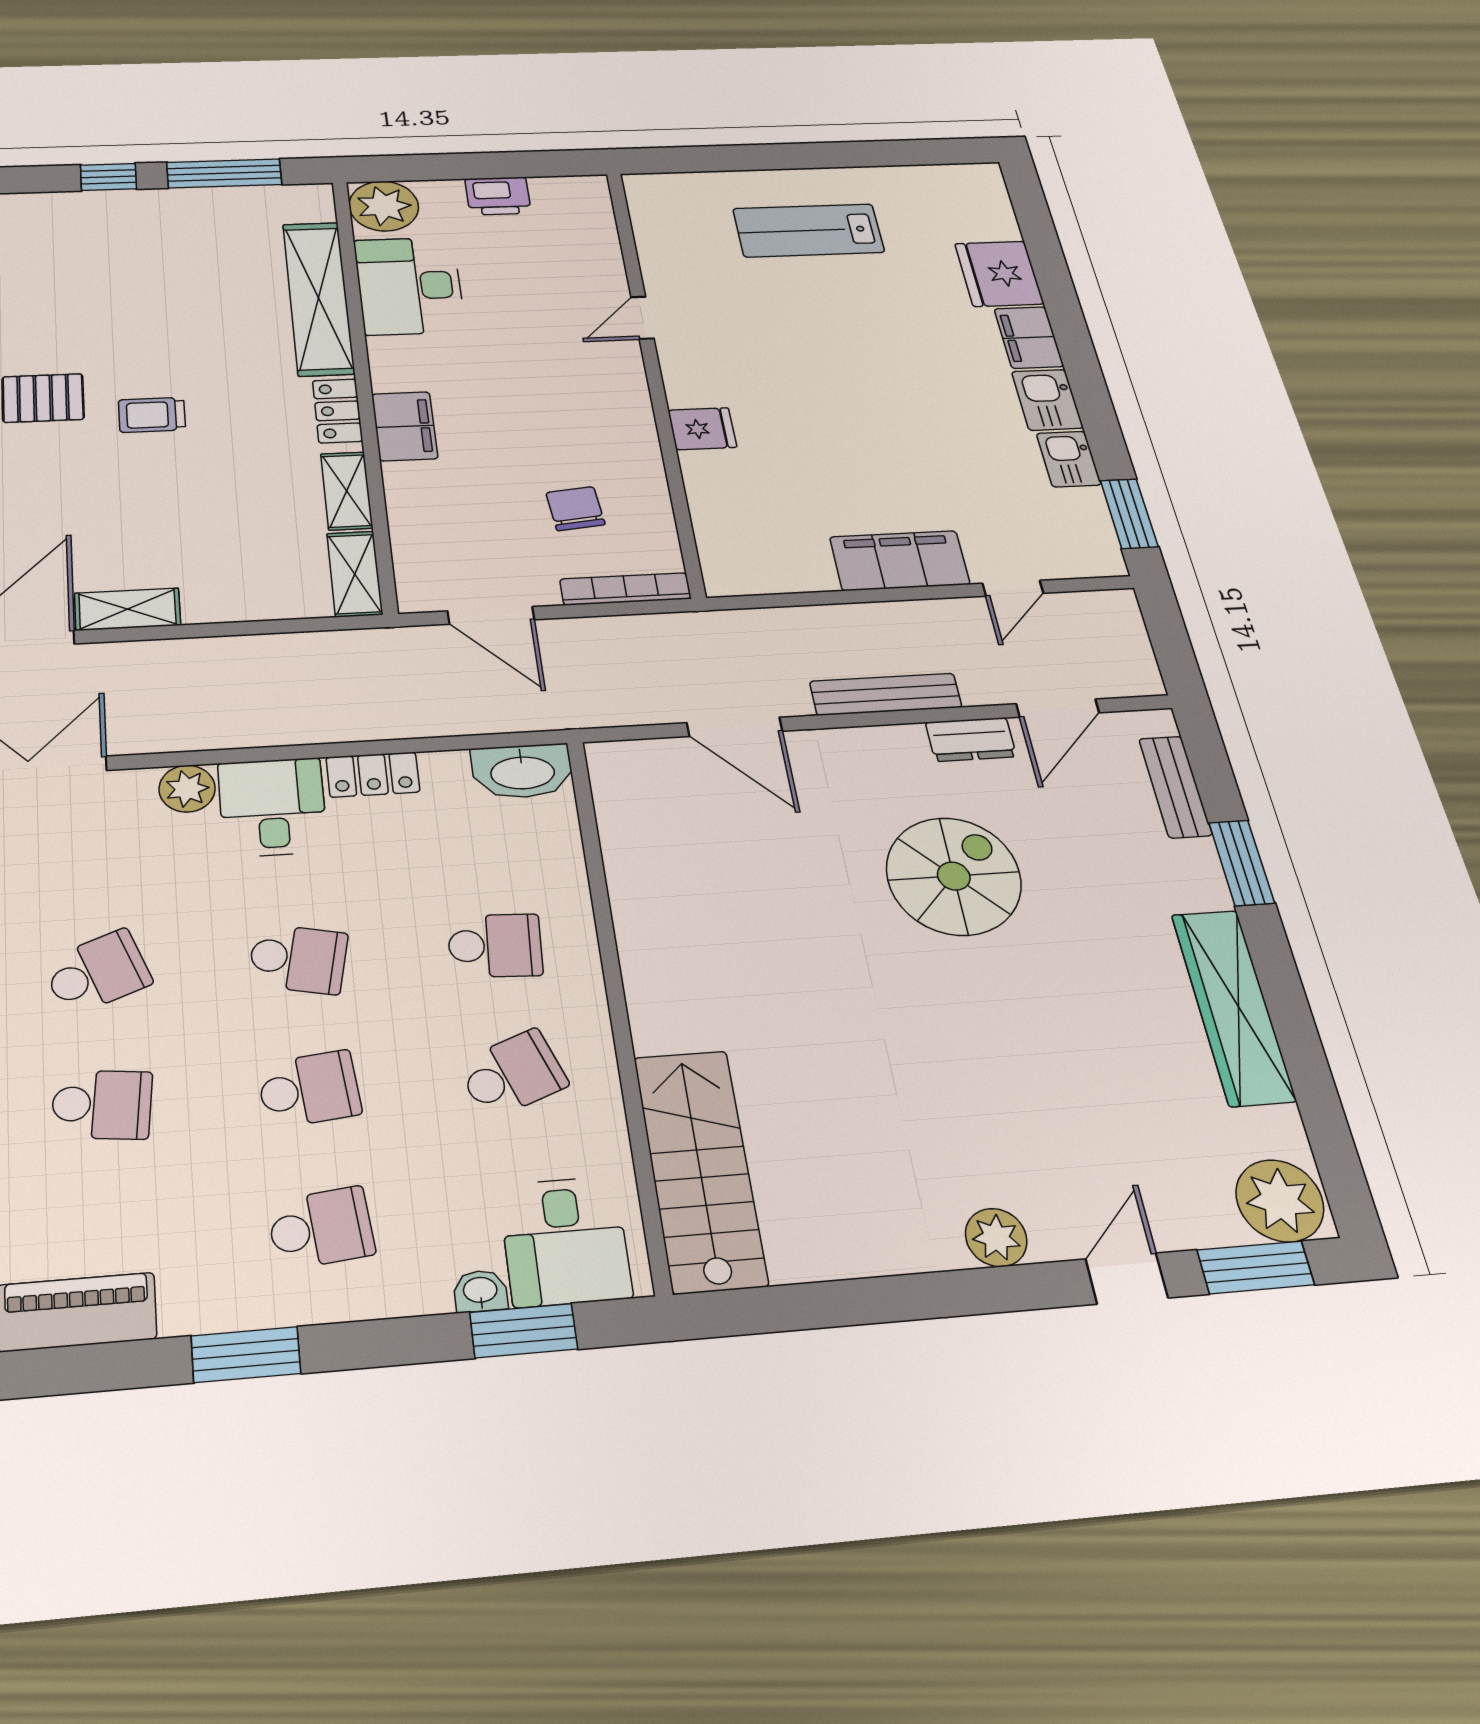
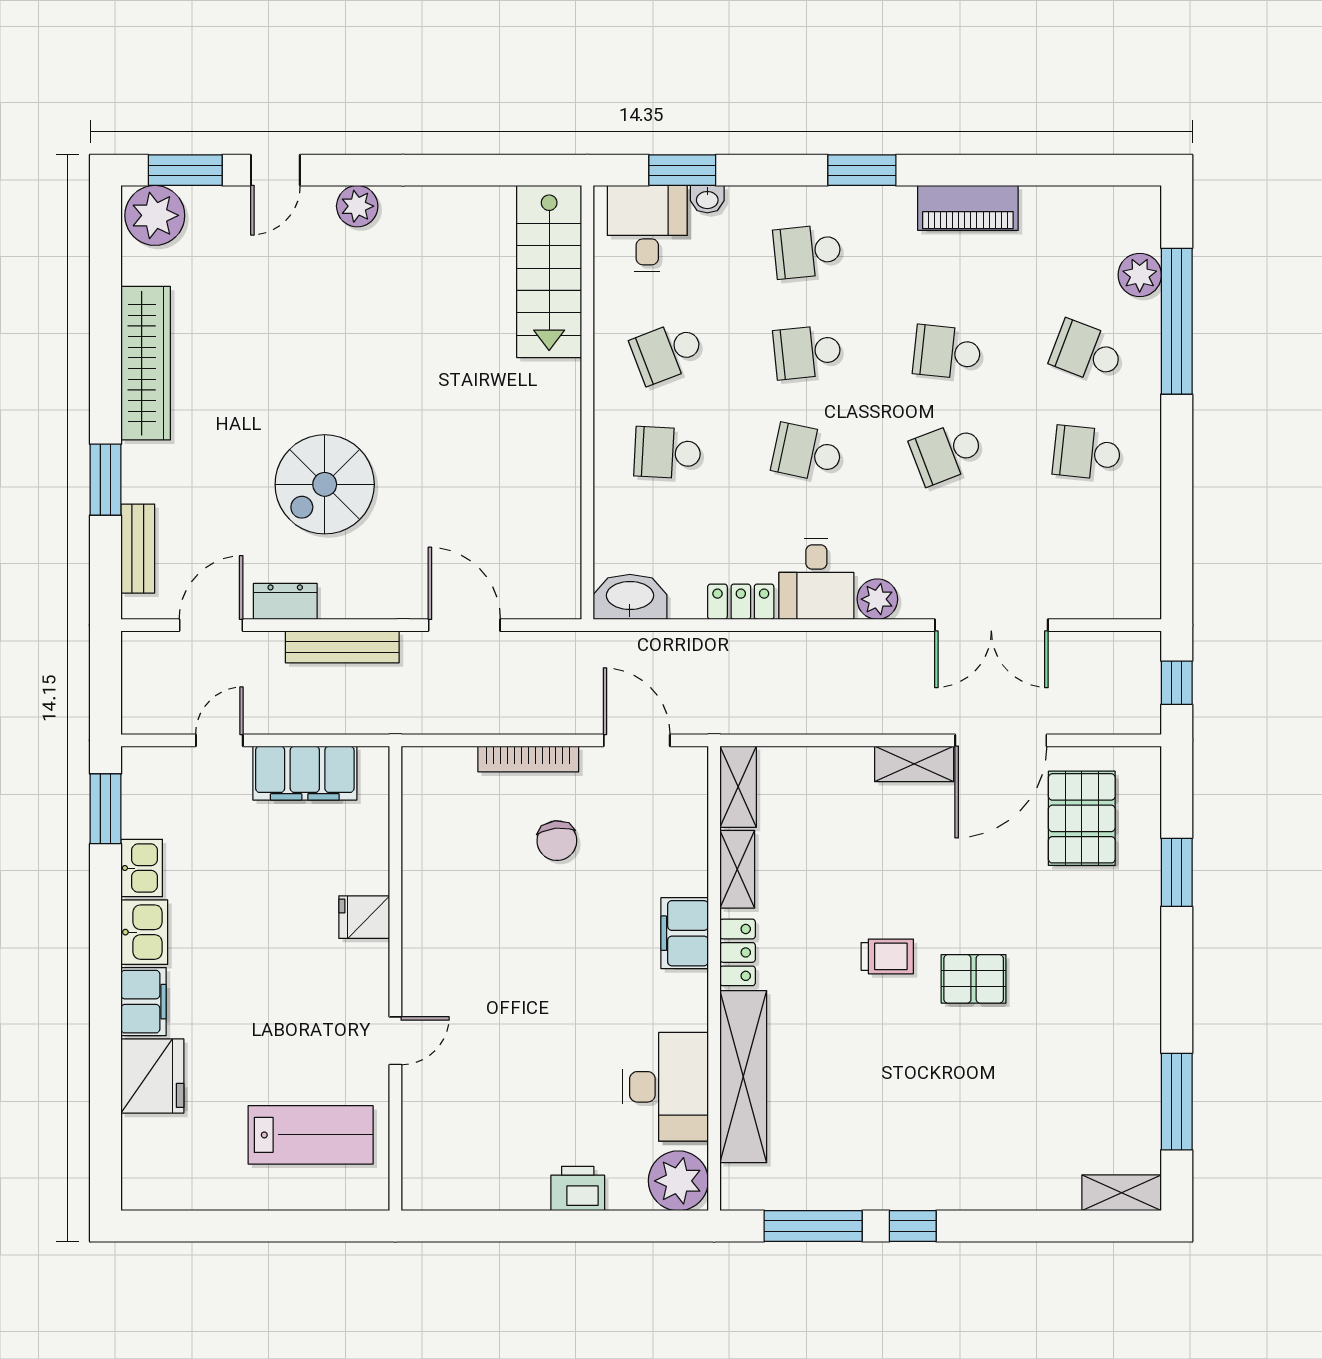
door: (642, 318) -> (395, 1041), moved
wall: (654, 374) -> (395, 978), moved
fridge: (702, 429) -> (364, 917), moved

